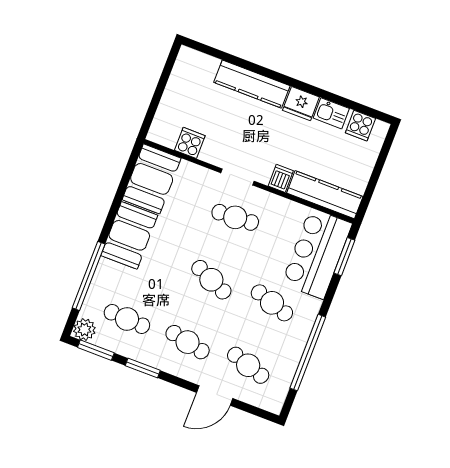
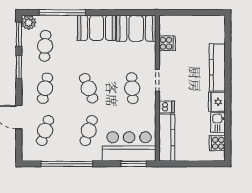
cafe table: (211, 280) -> (89, 88), turned -45

